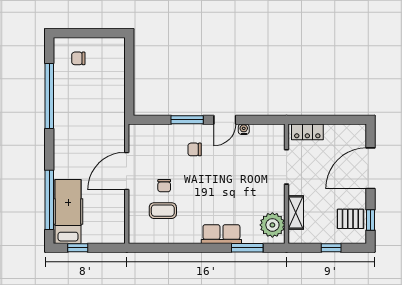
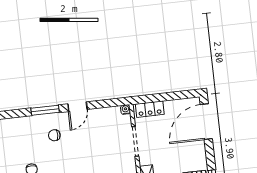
water cooler: (244, 129) -> (126, 110), moved
door: (371, 168) -> (206, 122), moved

